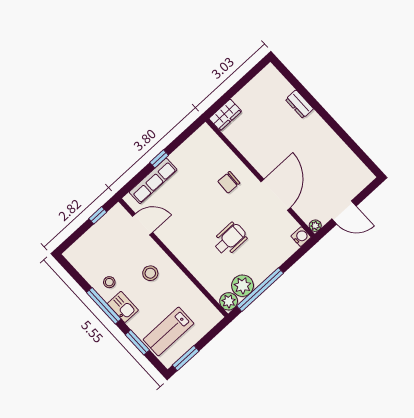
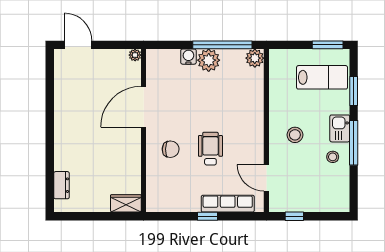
dresser: (299, 104) -> (61, 185), moved
door: (344, 212) -> (78, 45), moved
water cooler: (301, 237) -> (188, 57), moved, turned 90
wheelchair: (230, 239) -> (210, 149), moved, turned 90
plant: (243, 286) -> (209, 60), moved

